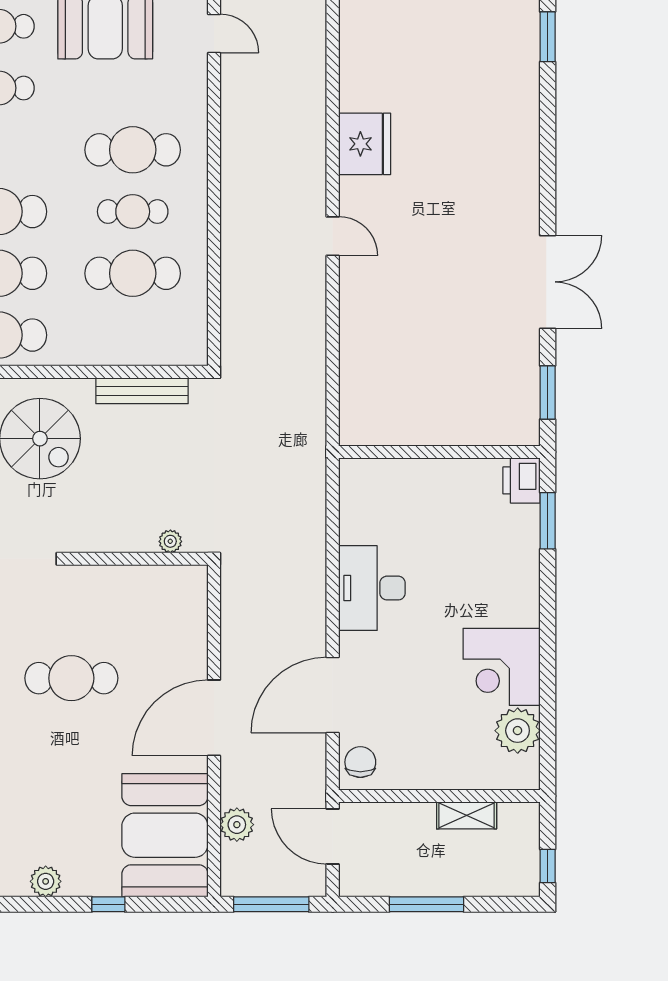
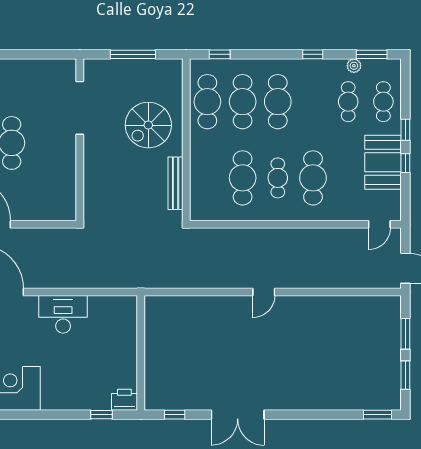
fridge: (365, 144) -> (316, 310), removed
window: (548, 392) -> (175, 415), width x0.67
window: (548, 521) -> (101, 415), width x0.67
plant: (170, 541) -> (90, 199), removed

